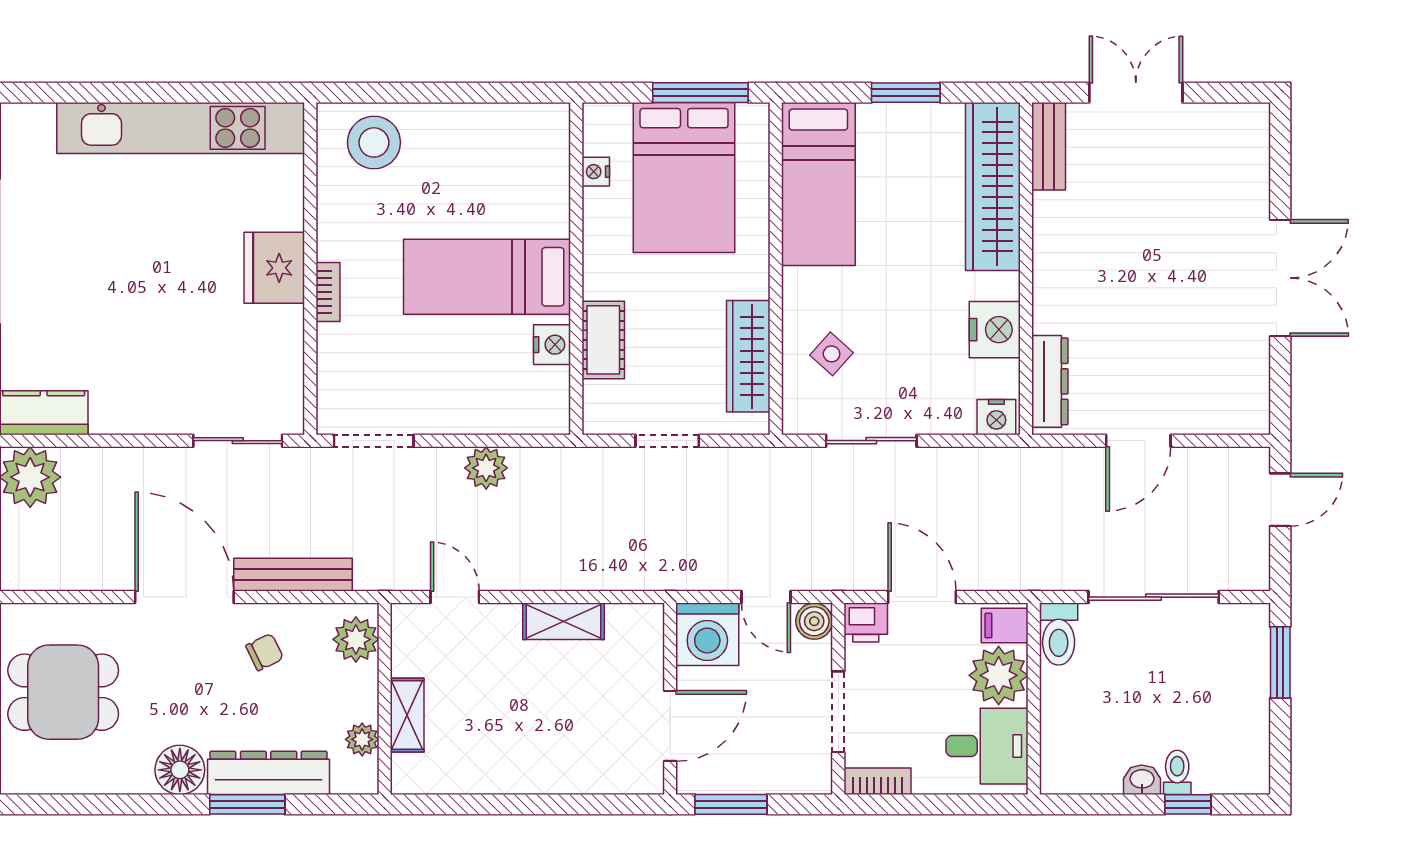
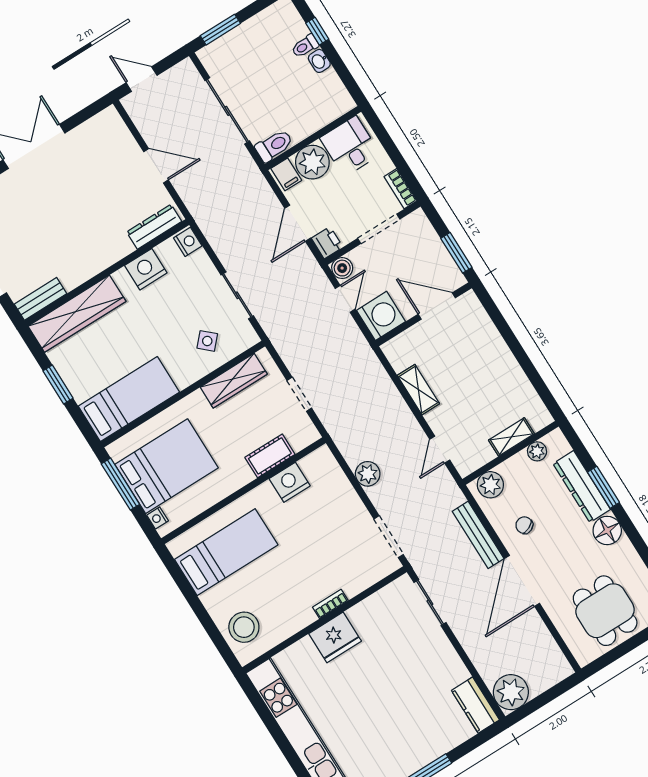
nightstand: (596, 172) -> (158, 518), moved, turned 90
bed: (487, 277) -> (226, 552), moved, turned -90
nightstand: (552, 345) -> (290, 482), width x1.36, depth x1.33

